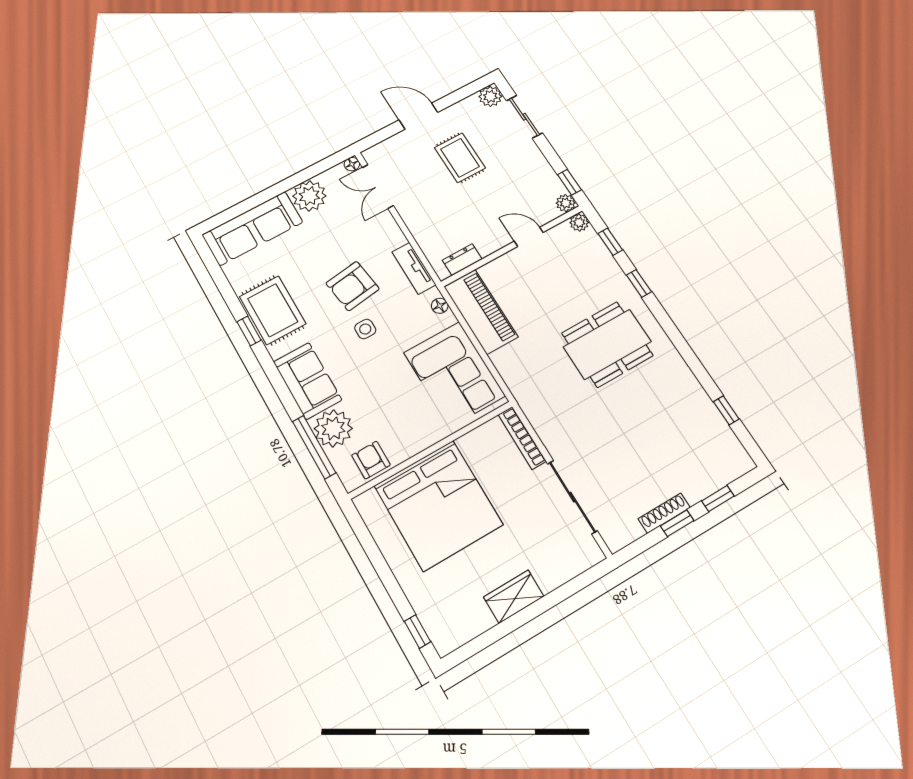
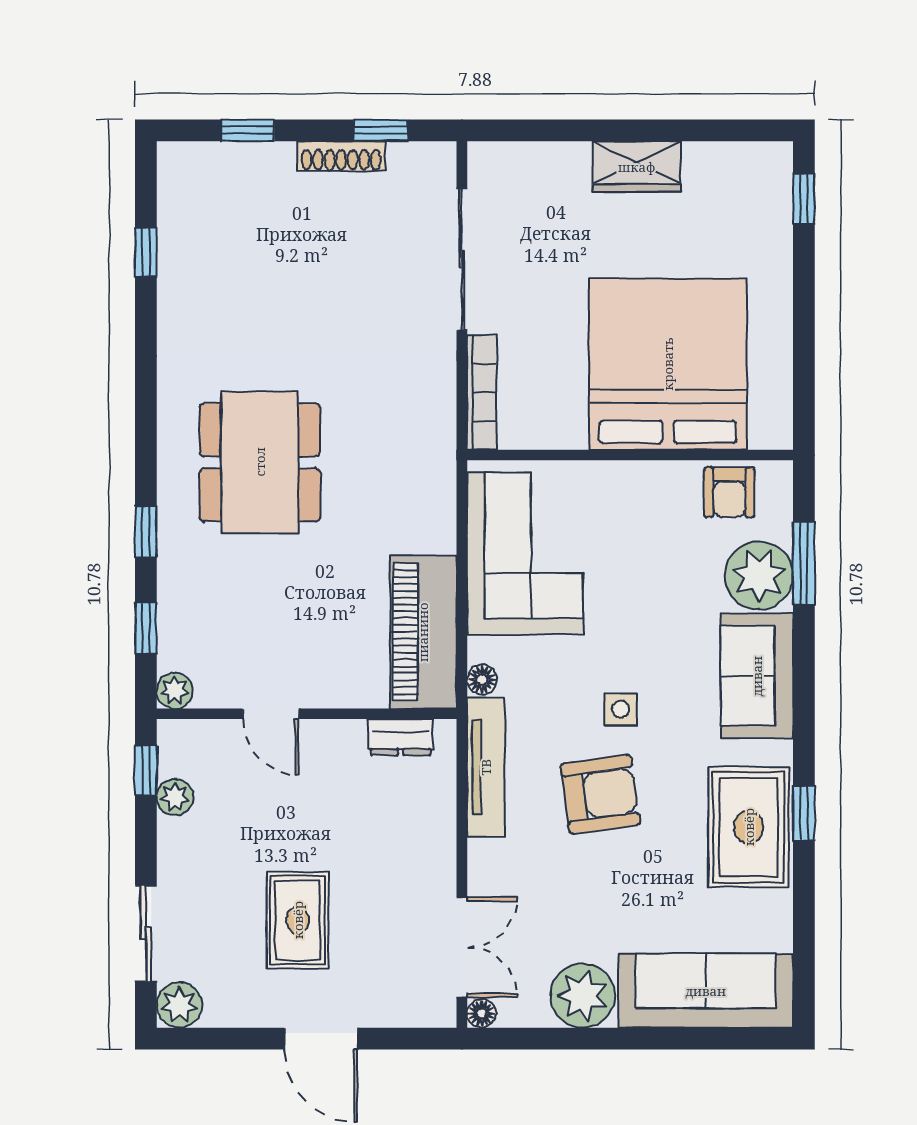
plant: (566, 203) -> (175, 797), moved
tv unit: (414, 268) -> (486, 767), width x1.41
dining table: (607, 344) -> (260, 462), turned 90
window: (314, 447) -> (804, 563), width x0.69
window: (677, 523) -> (381, 130), moved

